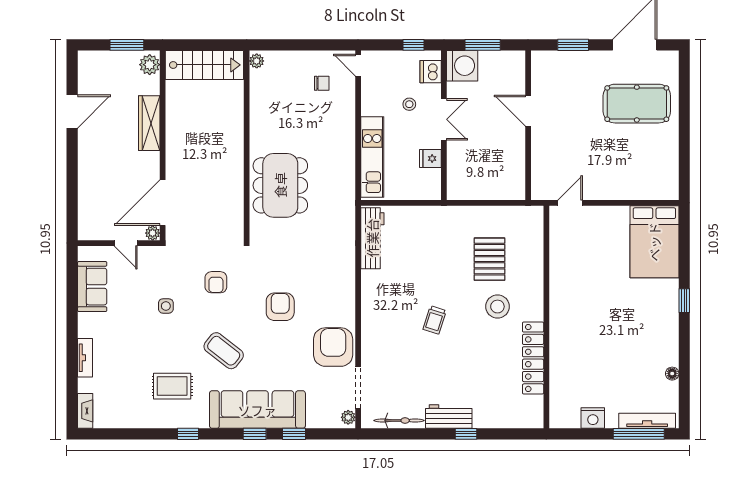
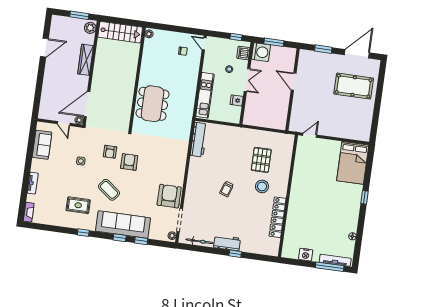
armchair: (280, 307) -> (129, 162), moved

